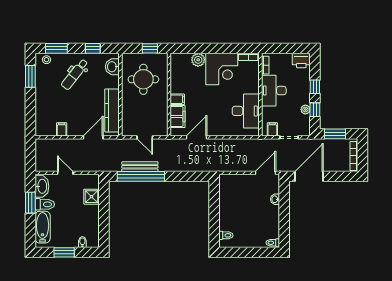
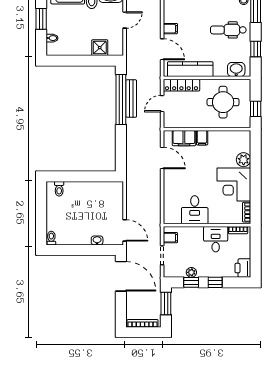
dental chair: (75, 74) -> (228, 30), turned -38
desk: (274, 91) -> (216, 239), width x0.73
desk: (246, 111) -> (195, 210), width x0.73
locker: (127, 119) -> (181, 85), added
filing cabinet: (62, 129) -> (170, 29), moved

